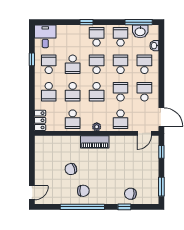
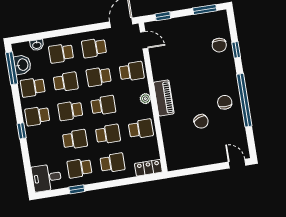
school desk: (120, 64) -> (66, 82), turned 180

